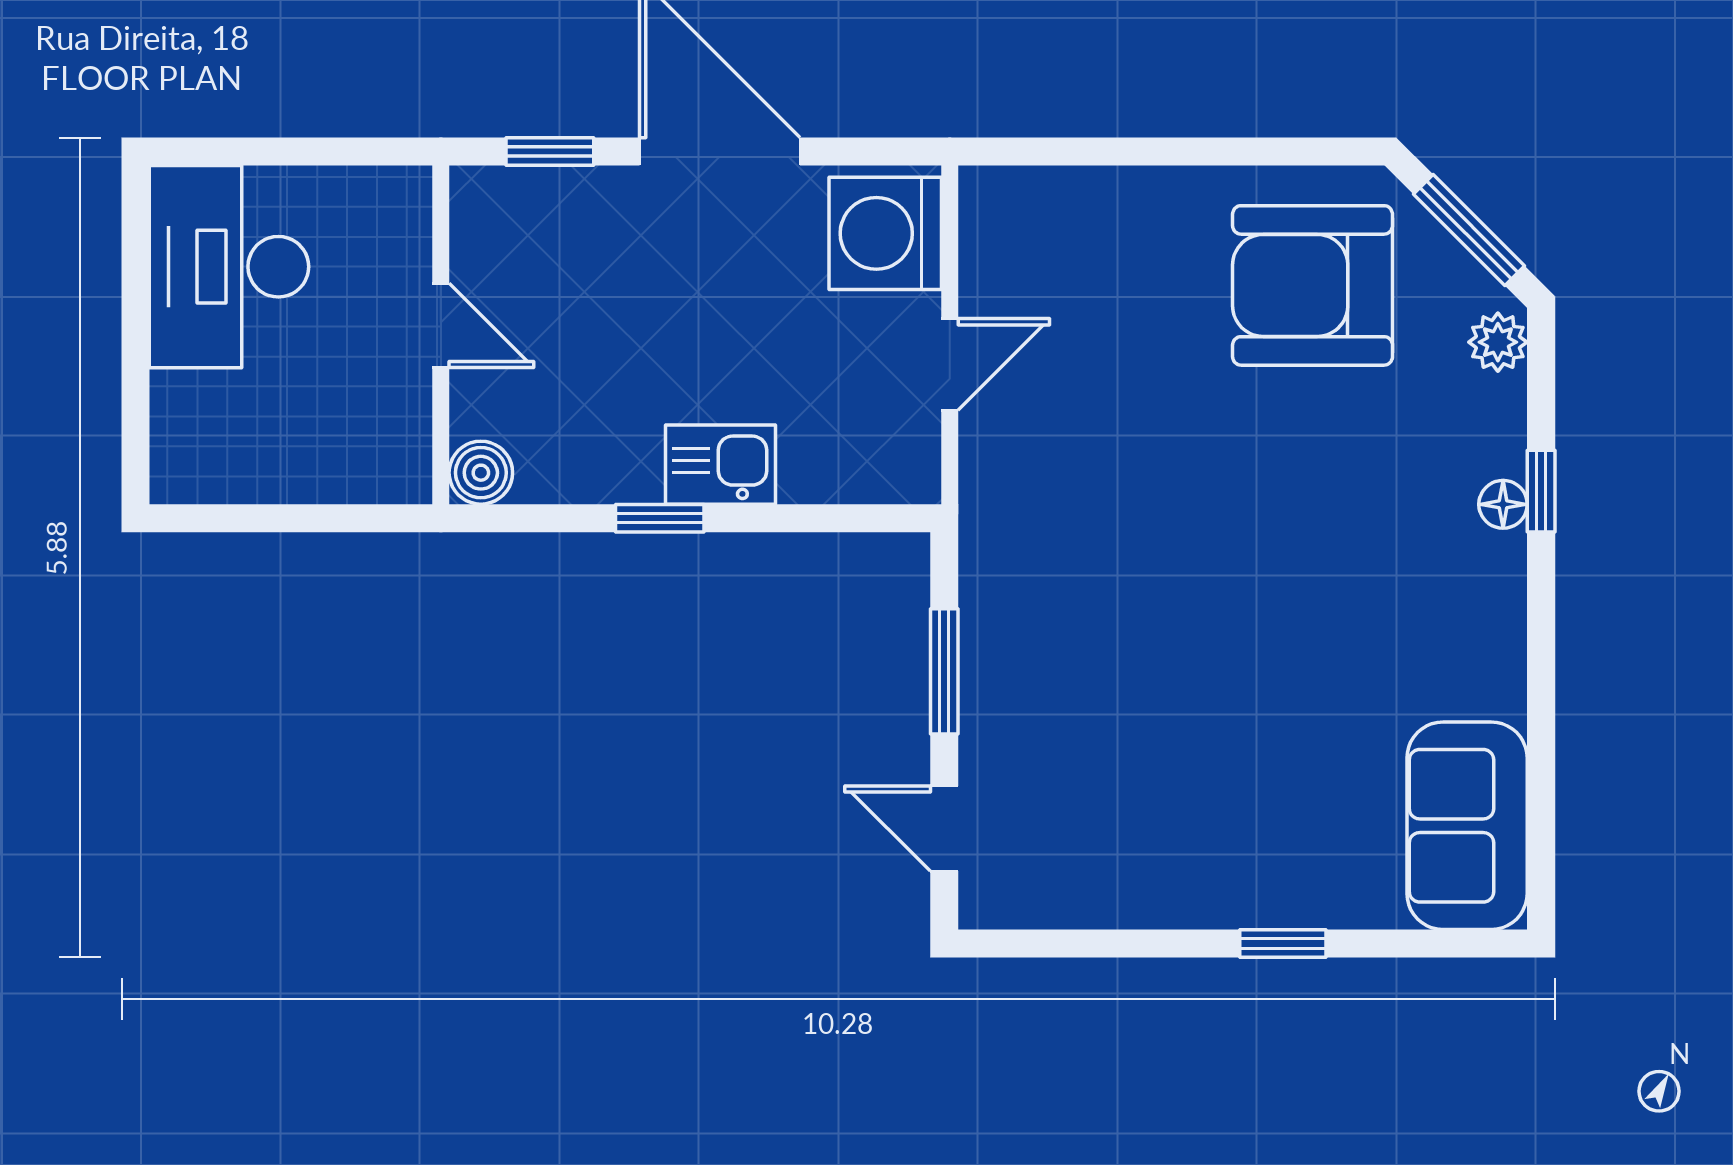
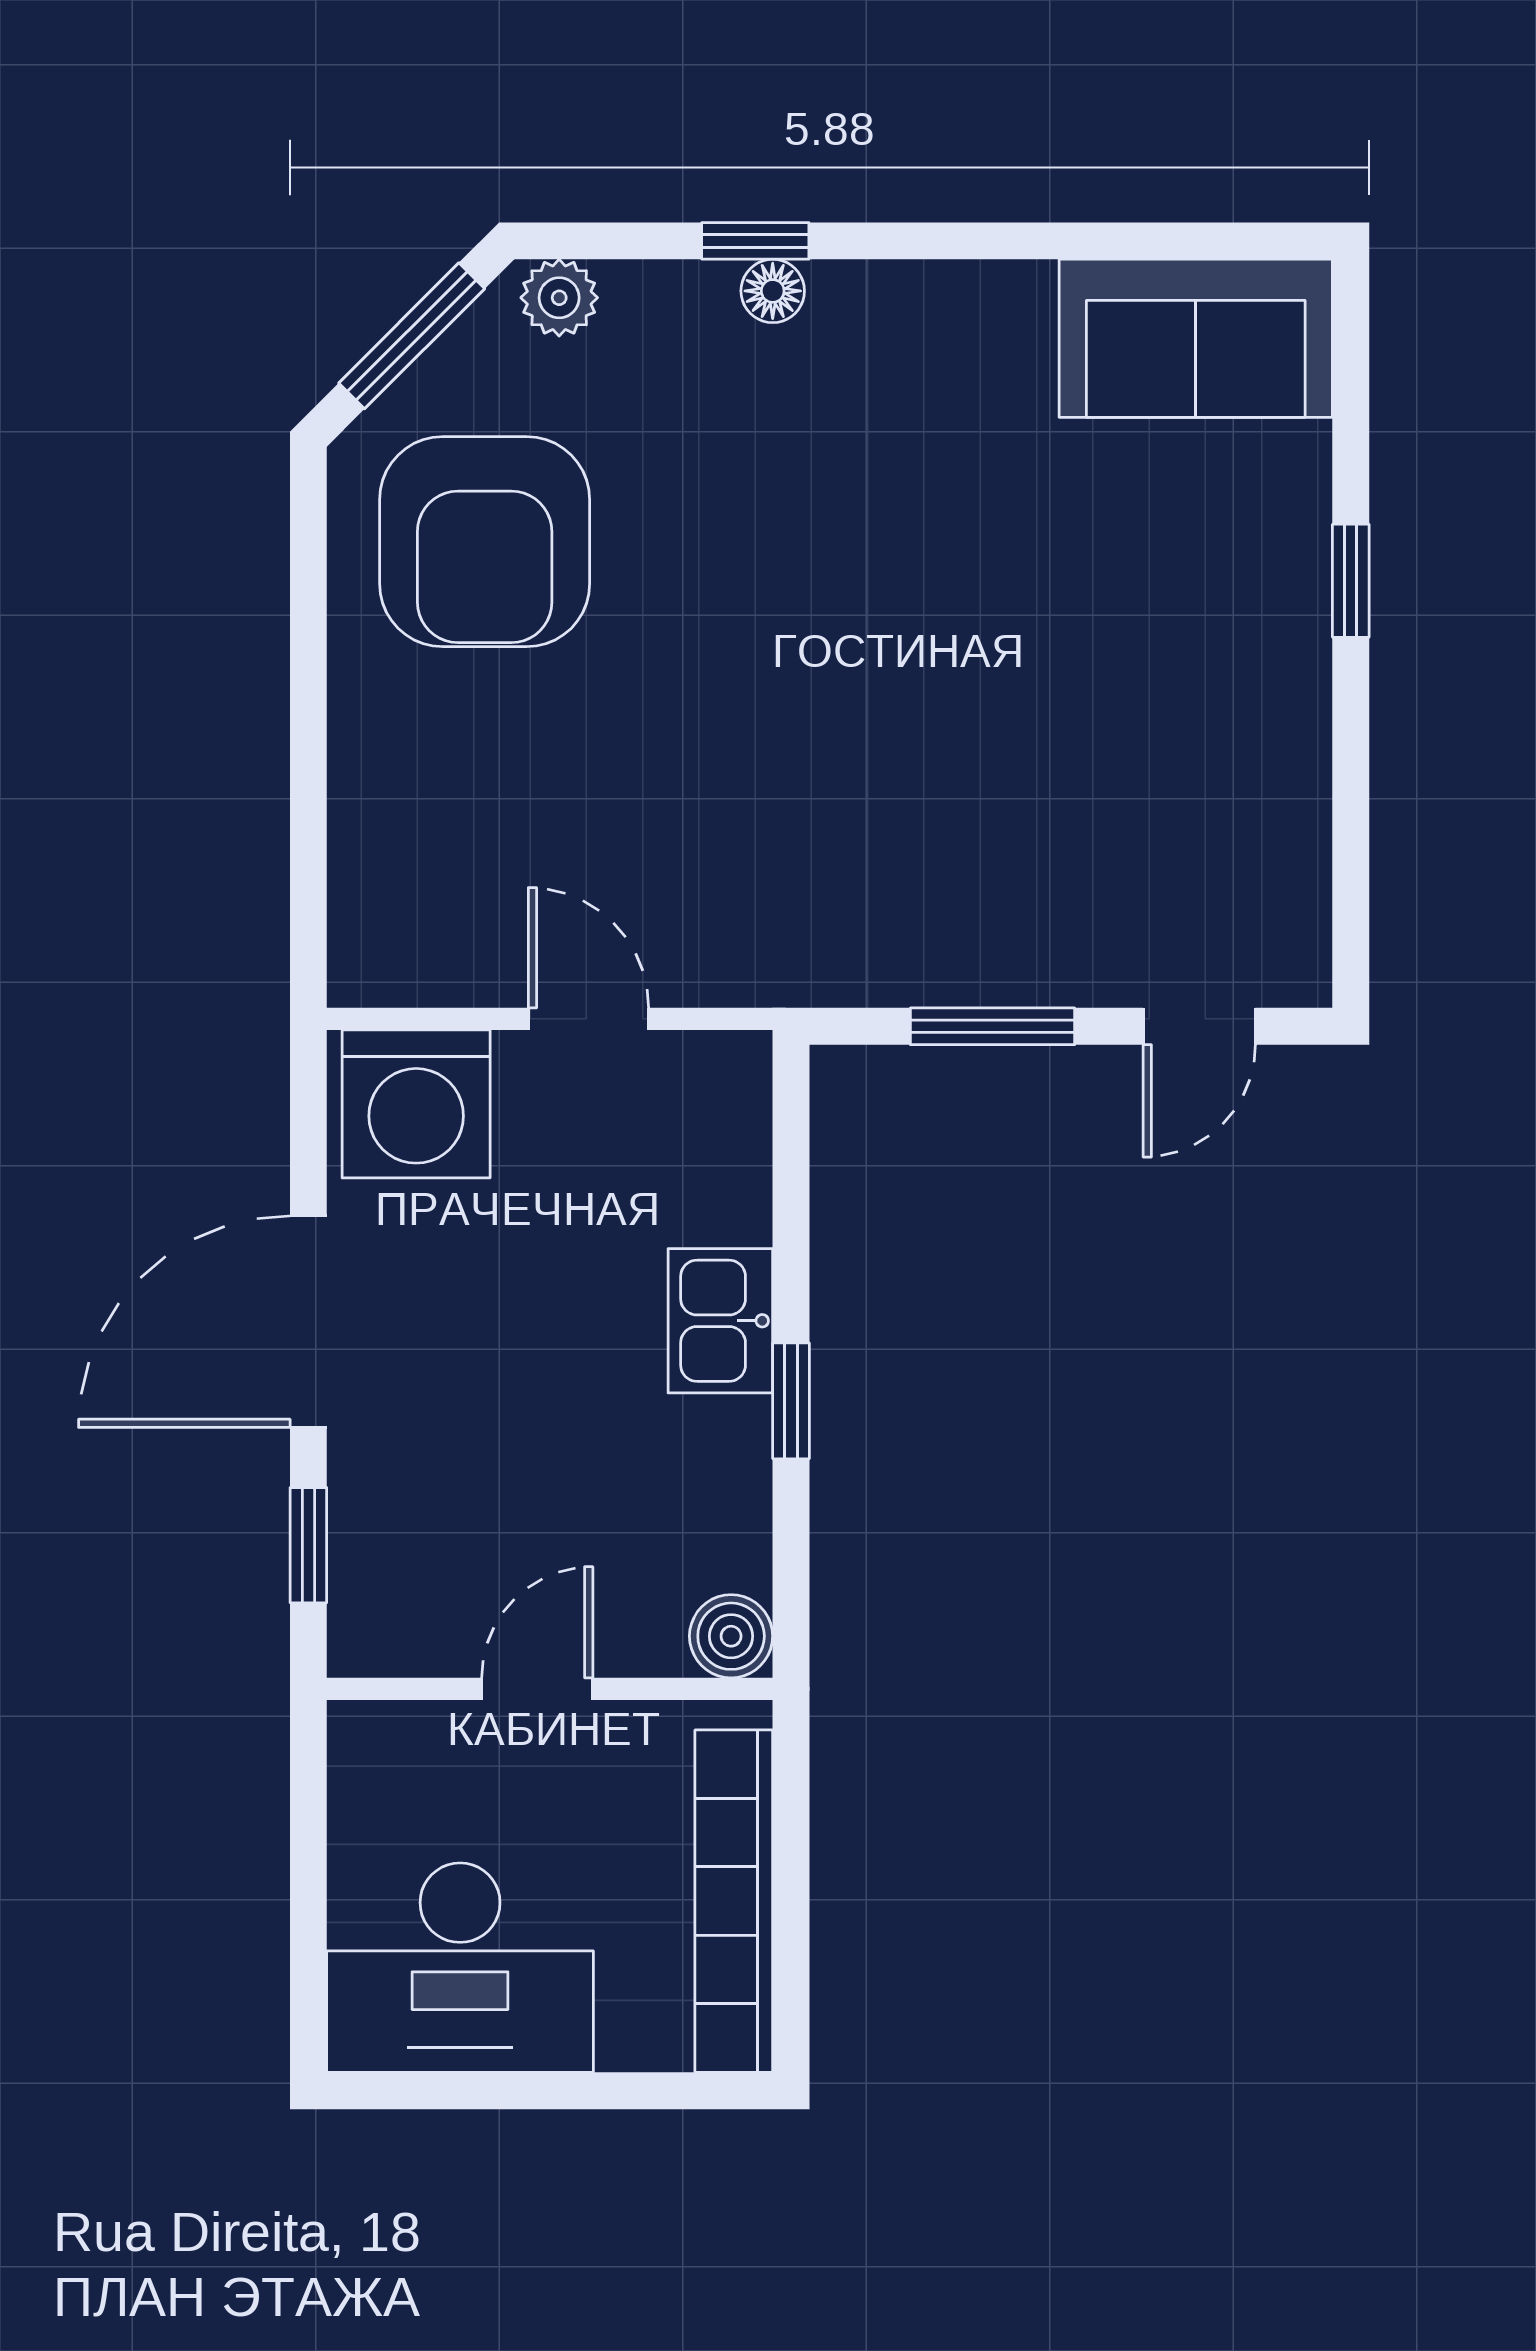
bookcase: (279, 475) -> (734, 1901), added

